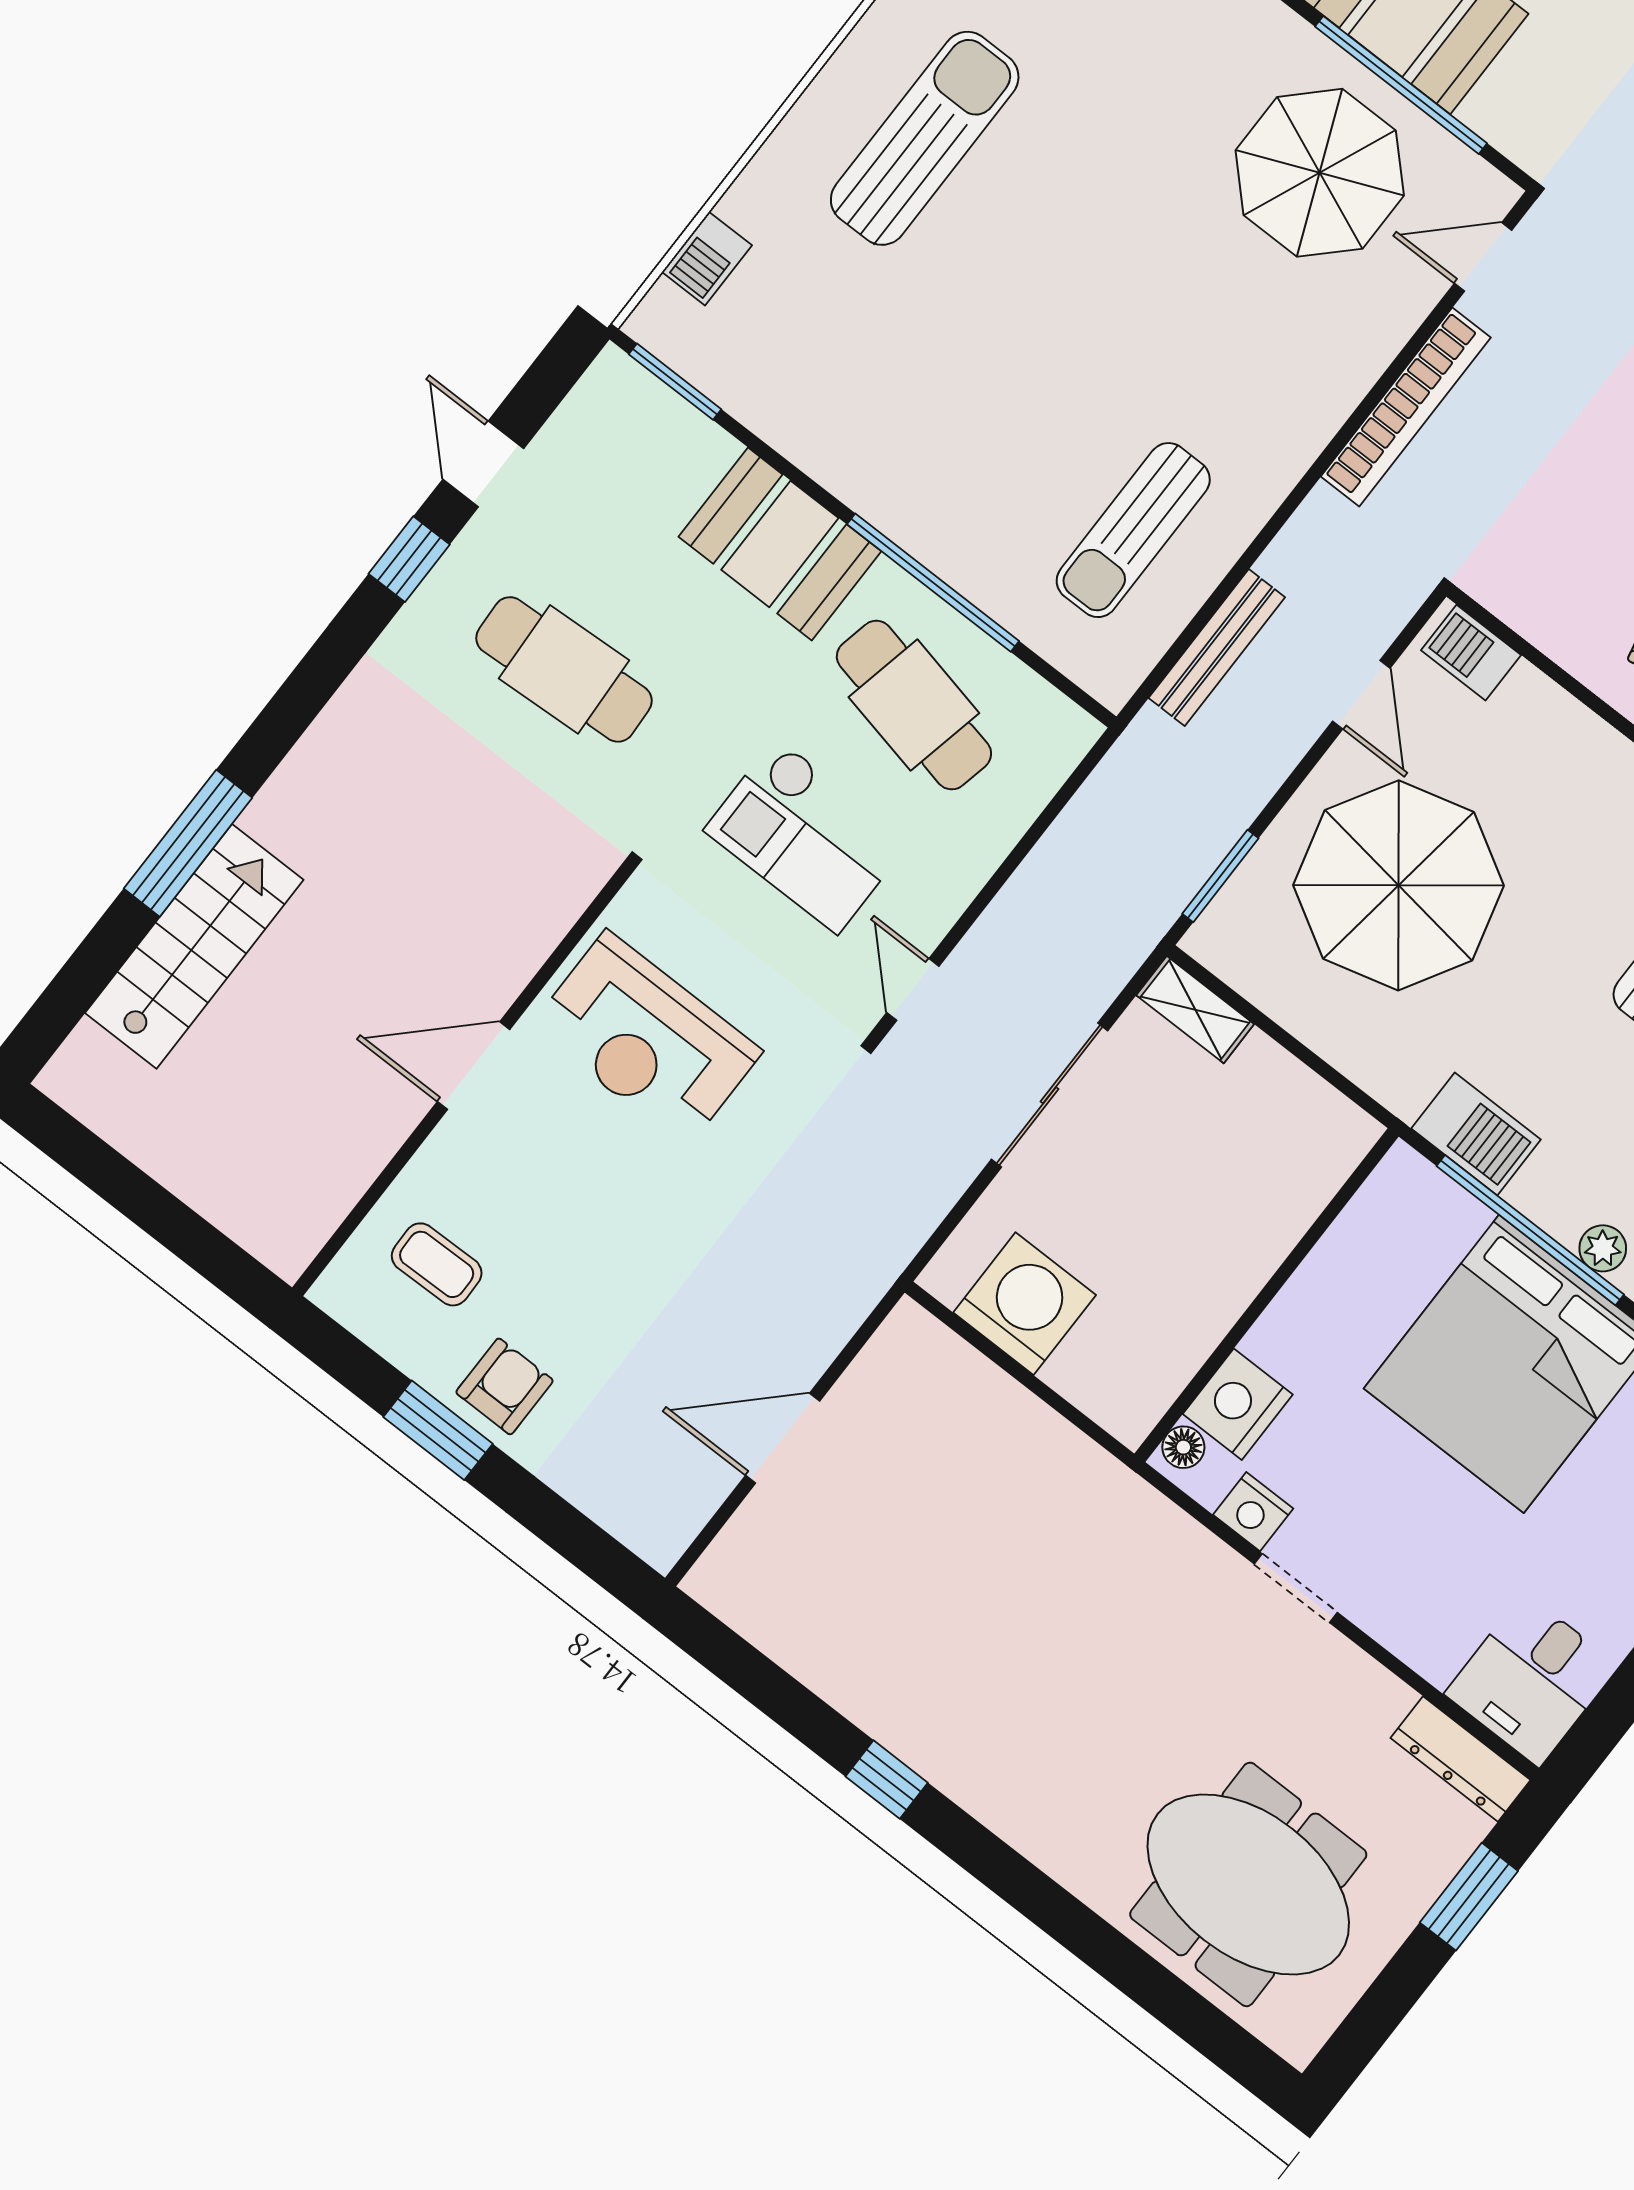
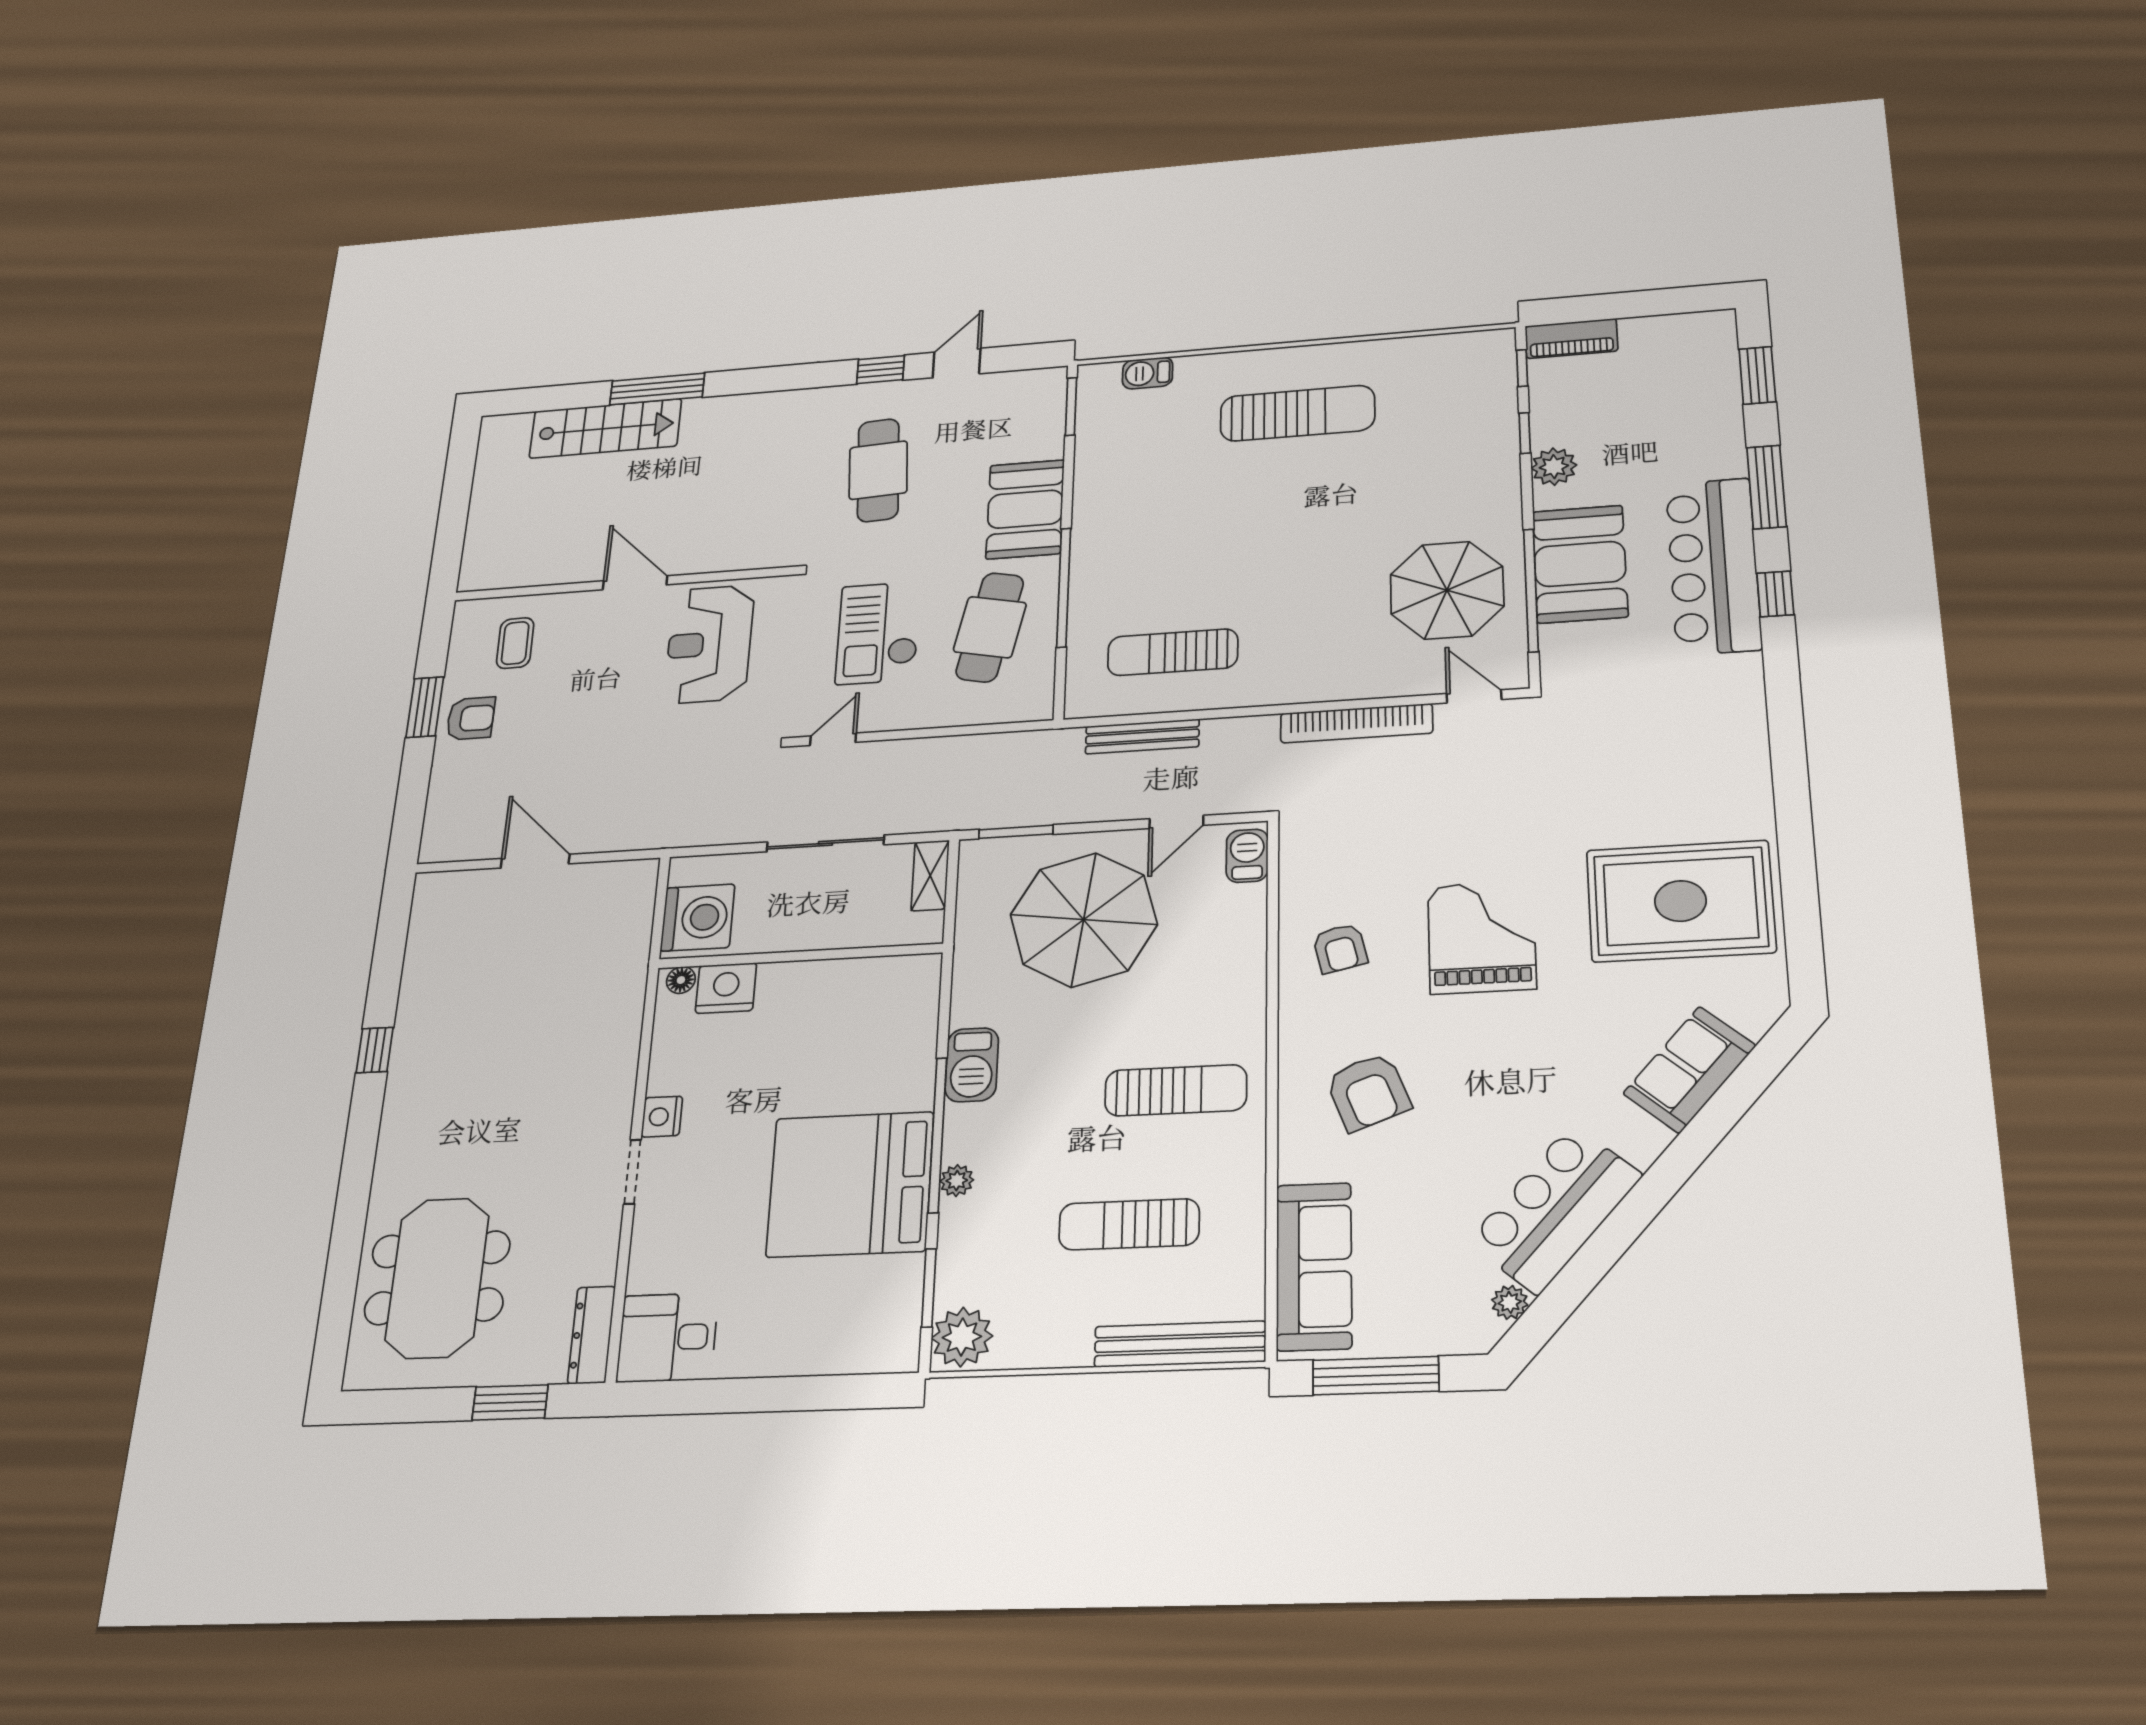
wall: (1267, 1295) -> (800, 956), moved
nightstand: (1238, 1404) -> (726, 988), moved
floor lamp: (1183, 1447) -> (681, 980), moved

